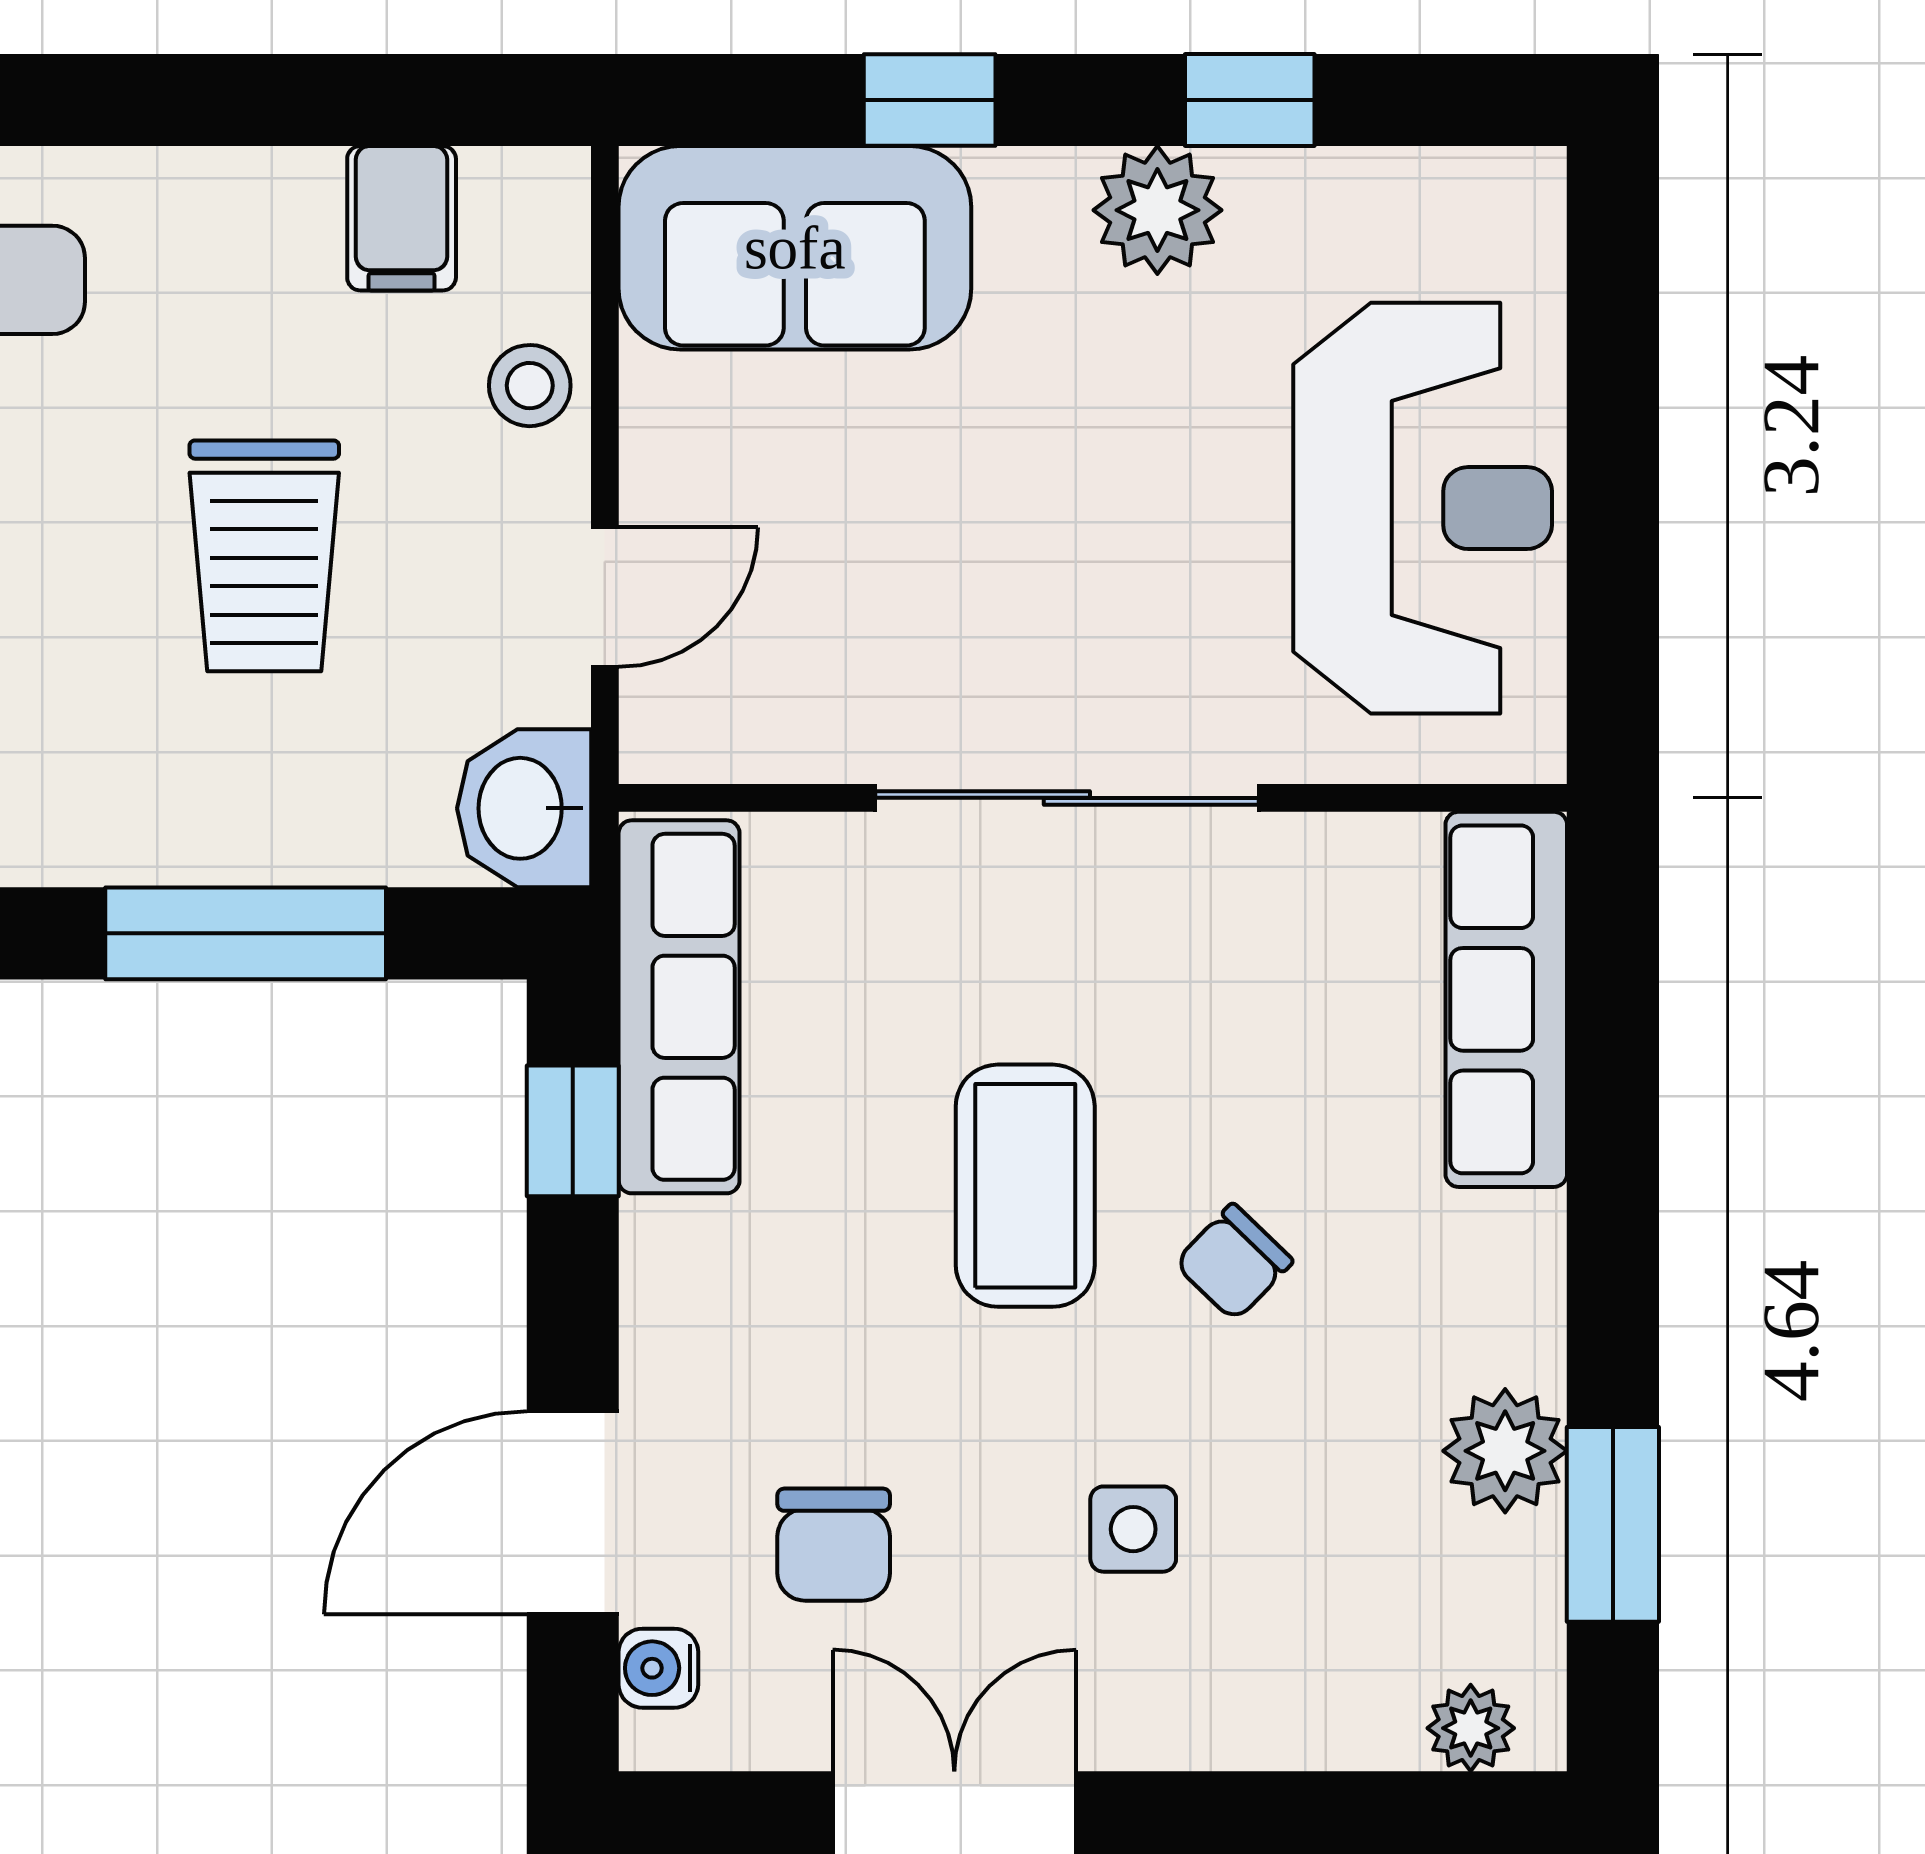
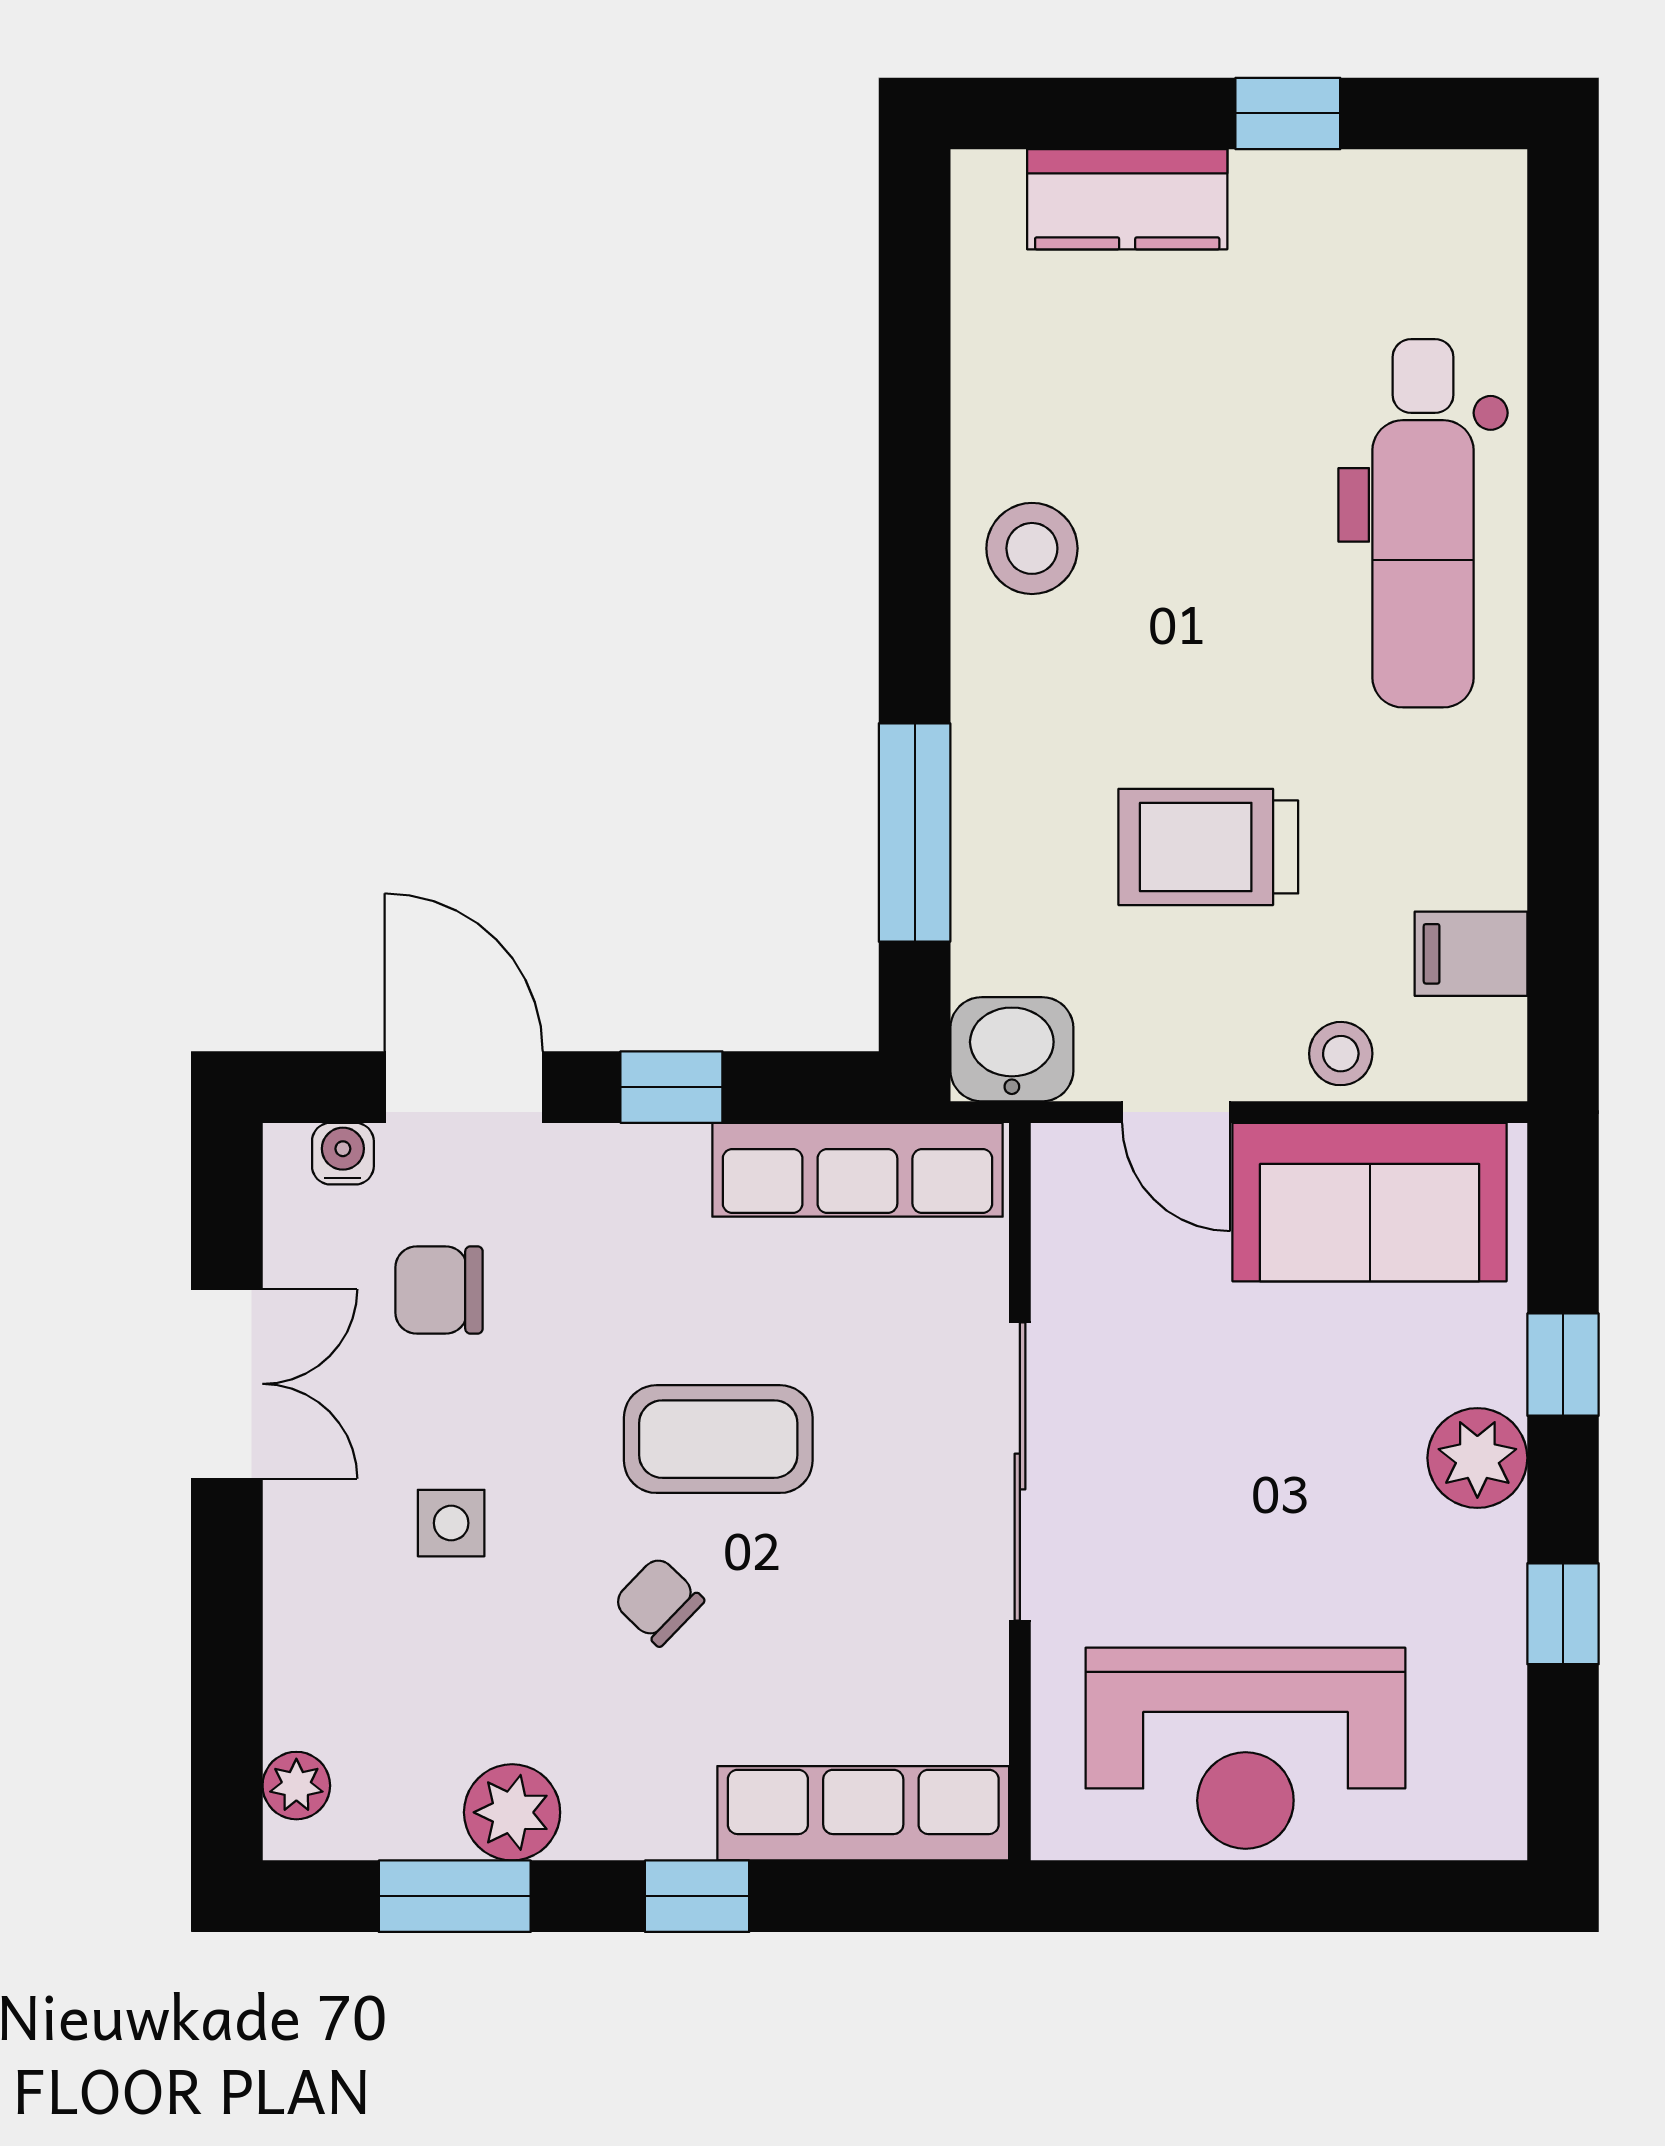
plant: (1157, 210) -> (1477, 1458), moved
sofa: (795, 248) -> (1370, 1202), moved, turned -90
window: (573, 1131) -> (671, 1087), moved
window: (1613, 1213) -> (697, 1896), added

